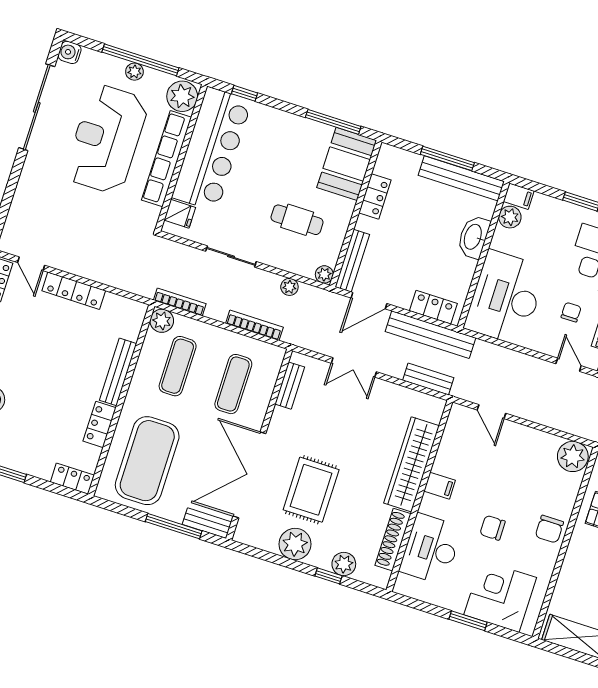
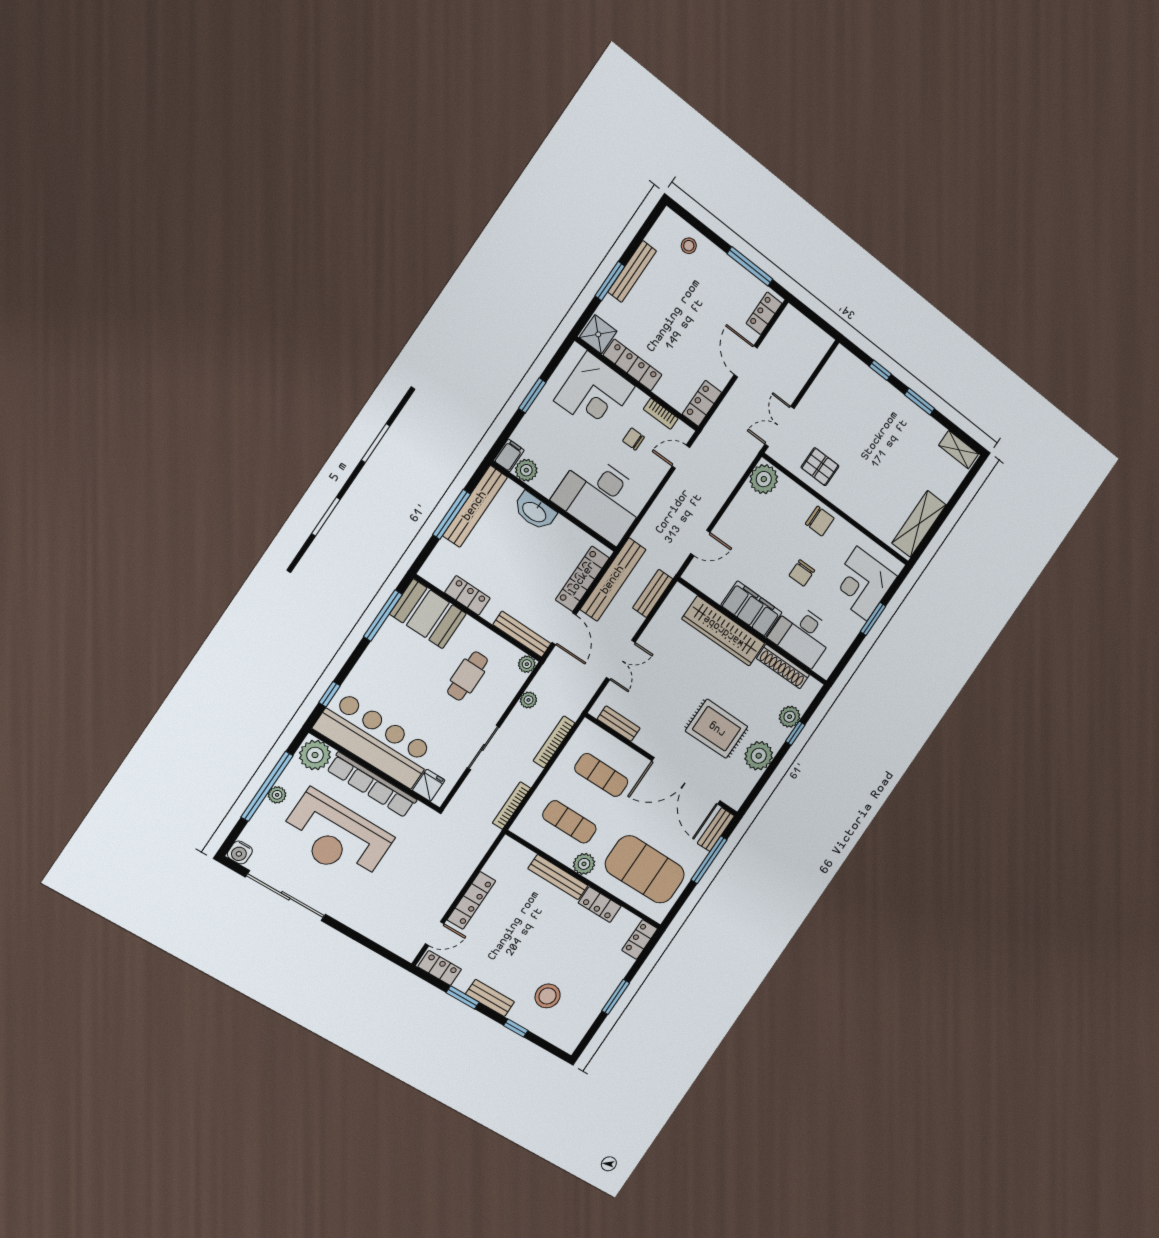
locker: (433, 307) -> (582, 579), width x1.53
plant: (162, 321) -> (584, 864), moved
filing cabinet: (440, 486) -> (751, 609), width x3.00, depth x1.17

